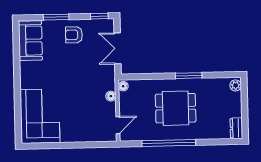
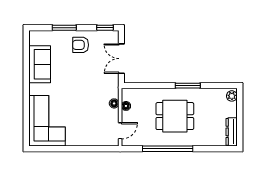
sofa: (30, 41) -> (40, 64), moved
floor lamp: (123, 86) -> (126, 106), moved
dresser: (236, 128) -> (232, 132), width x1.44

